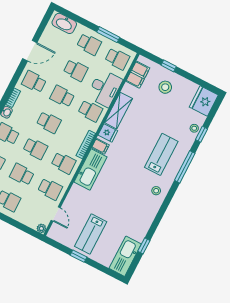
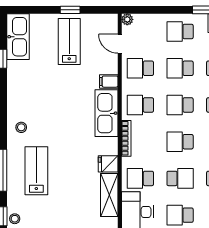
filing cabinet: (100, 146) -> (109, 82), moved
lab bench: (161, 154) -> (36, 171), turned 180
school desk: (22, 174) -> (180, 68), turned 180

